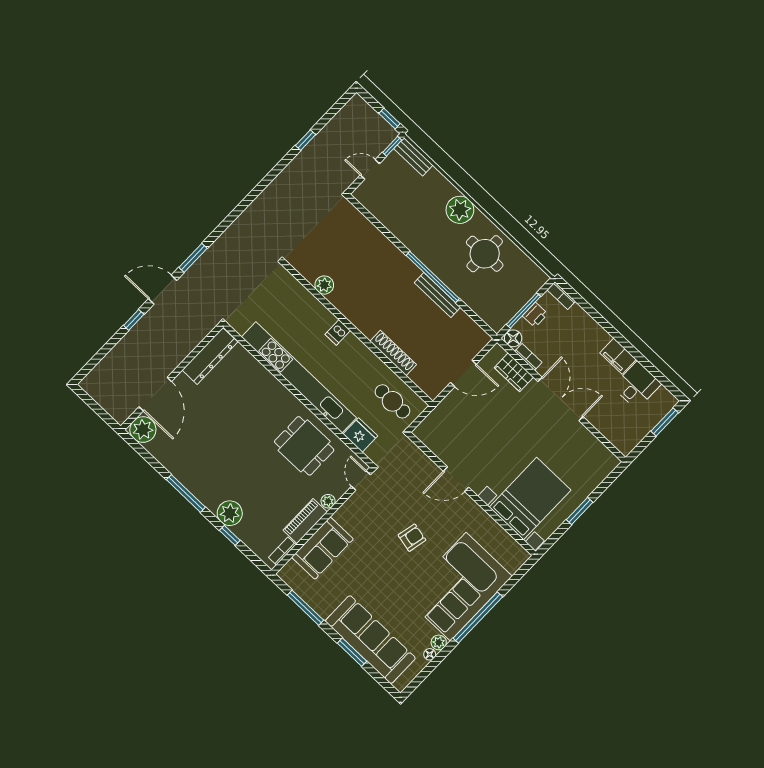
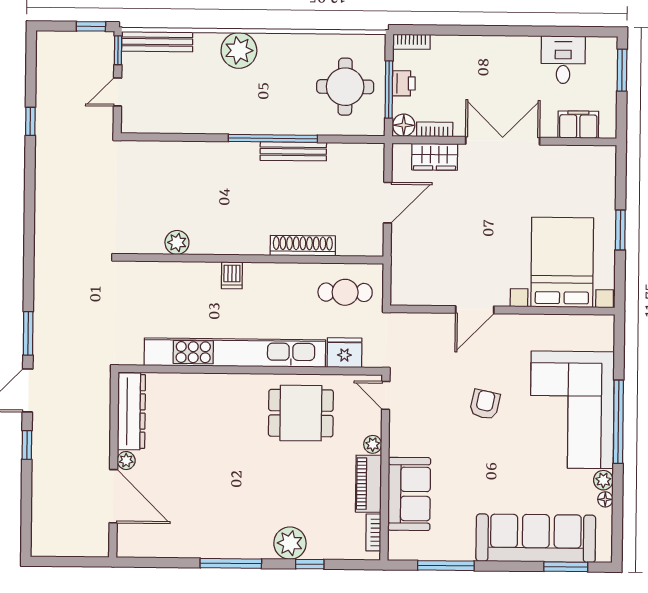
bench: (413, 157) -> (157, 42), width x1.36
round table: (485, 254) -> (345, 87), moved
filing cabinet: (618, 356) -> (578, 125), moved, turned 180
plant: (143, 430) -> (126, 461), moved, width x0.53, depth x0.53
window: (352, 652) -> (566, 567), moved

